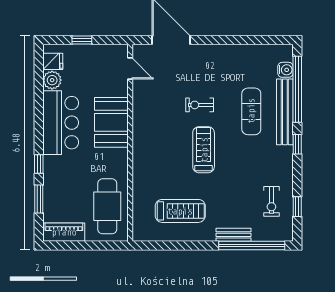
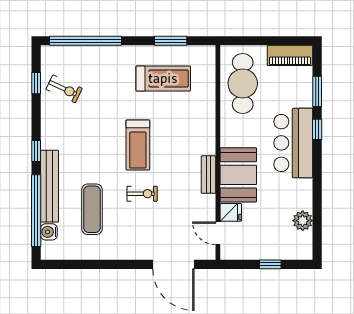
fridge: (53, 61) -> (231, 212), moved, turned 180
exercise mat: (251, 111) -> (92, 209), moved
bar counter: (61, 123) -> (293, 143), moved
exercise bike: (271, 201) -> (64, 89), turned 115
treadmill: (180, 211) -> (163, 78), turned 180
bench: (233, 235) -> (209, 175), moved, turned 90
window: (173, 246) -> (171, 41), added

